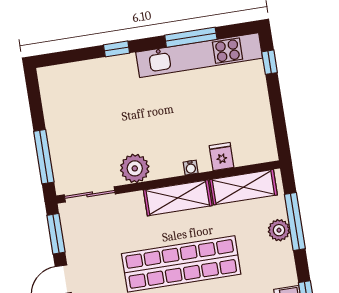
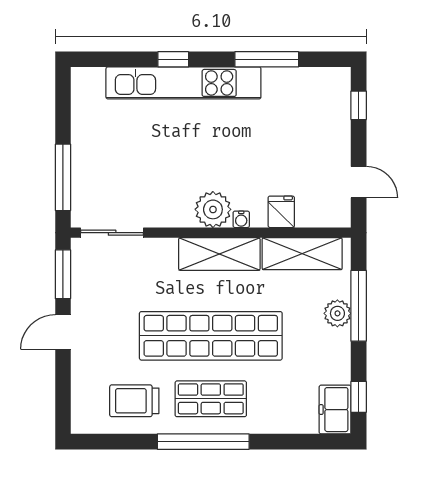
kitchen unit: (199, 55) -> (183, 83), moved
door: (279, 123) -> (359, 182), added
plant: (135, 168) -> (213, 209), moved

